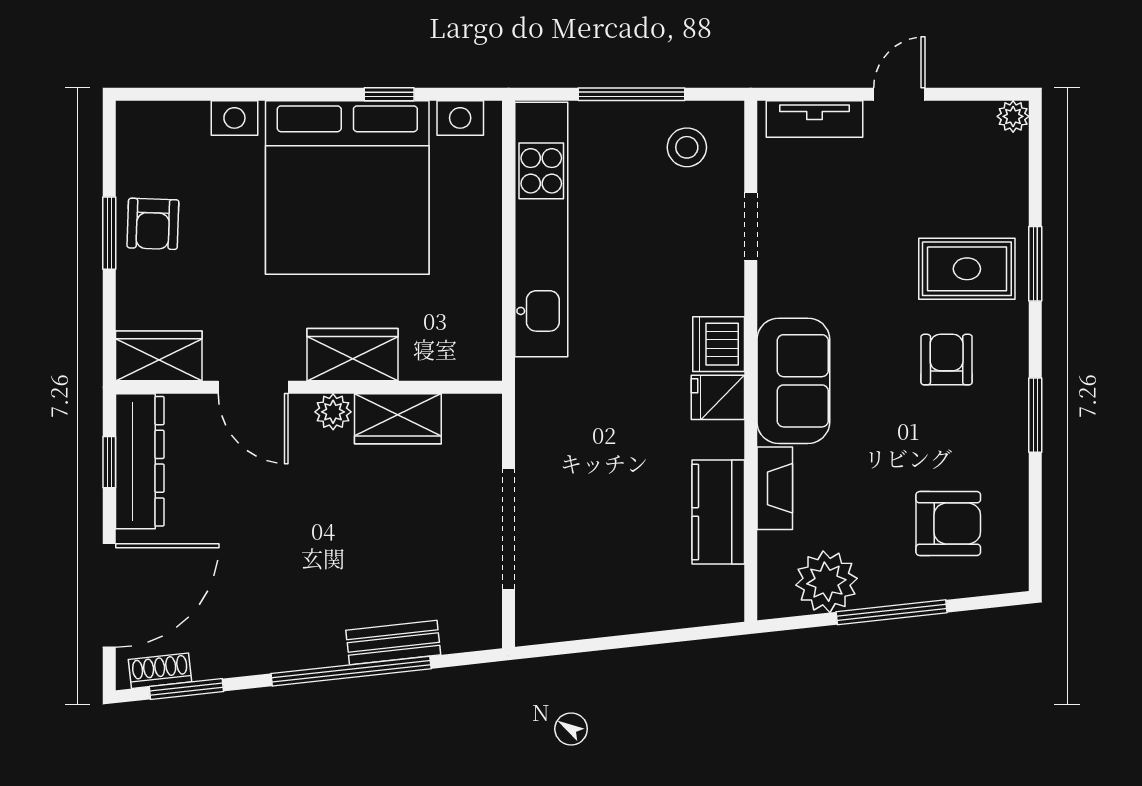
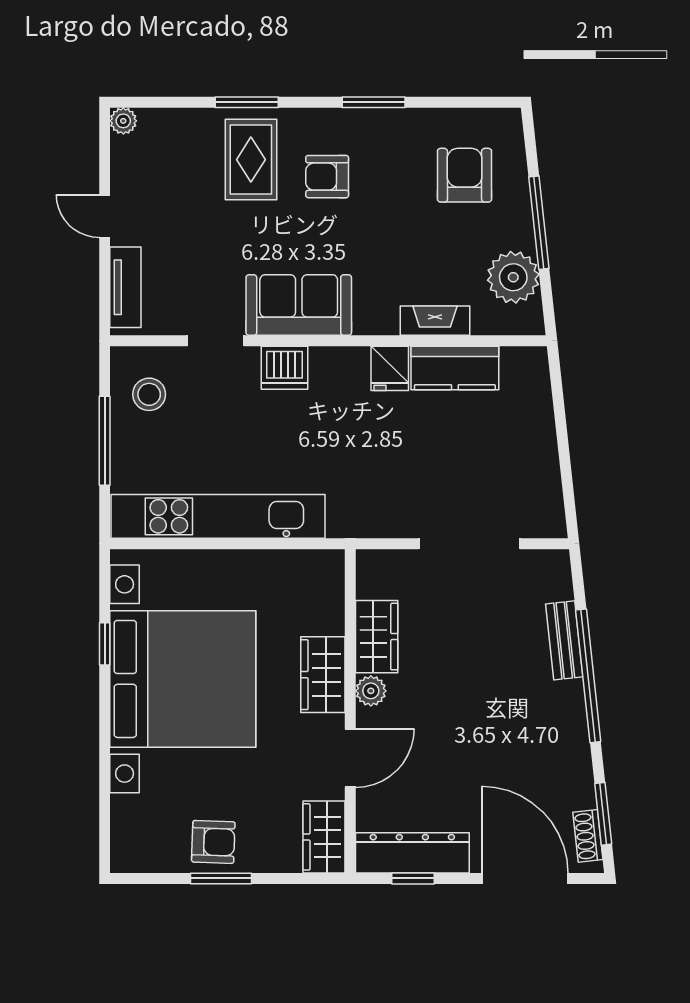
dishwasher: (719, 344) -> (285, 368), moved
sofa: (793, 381) -> (299, 305), moved
fridge: (718, 397) -> (390, 368), moved

